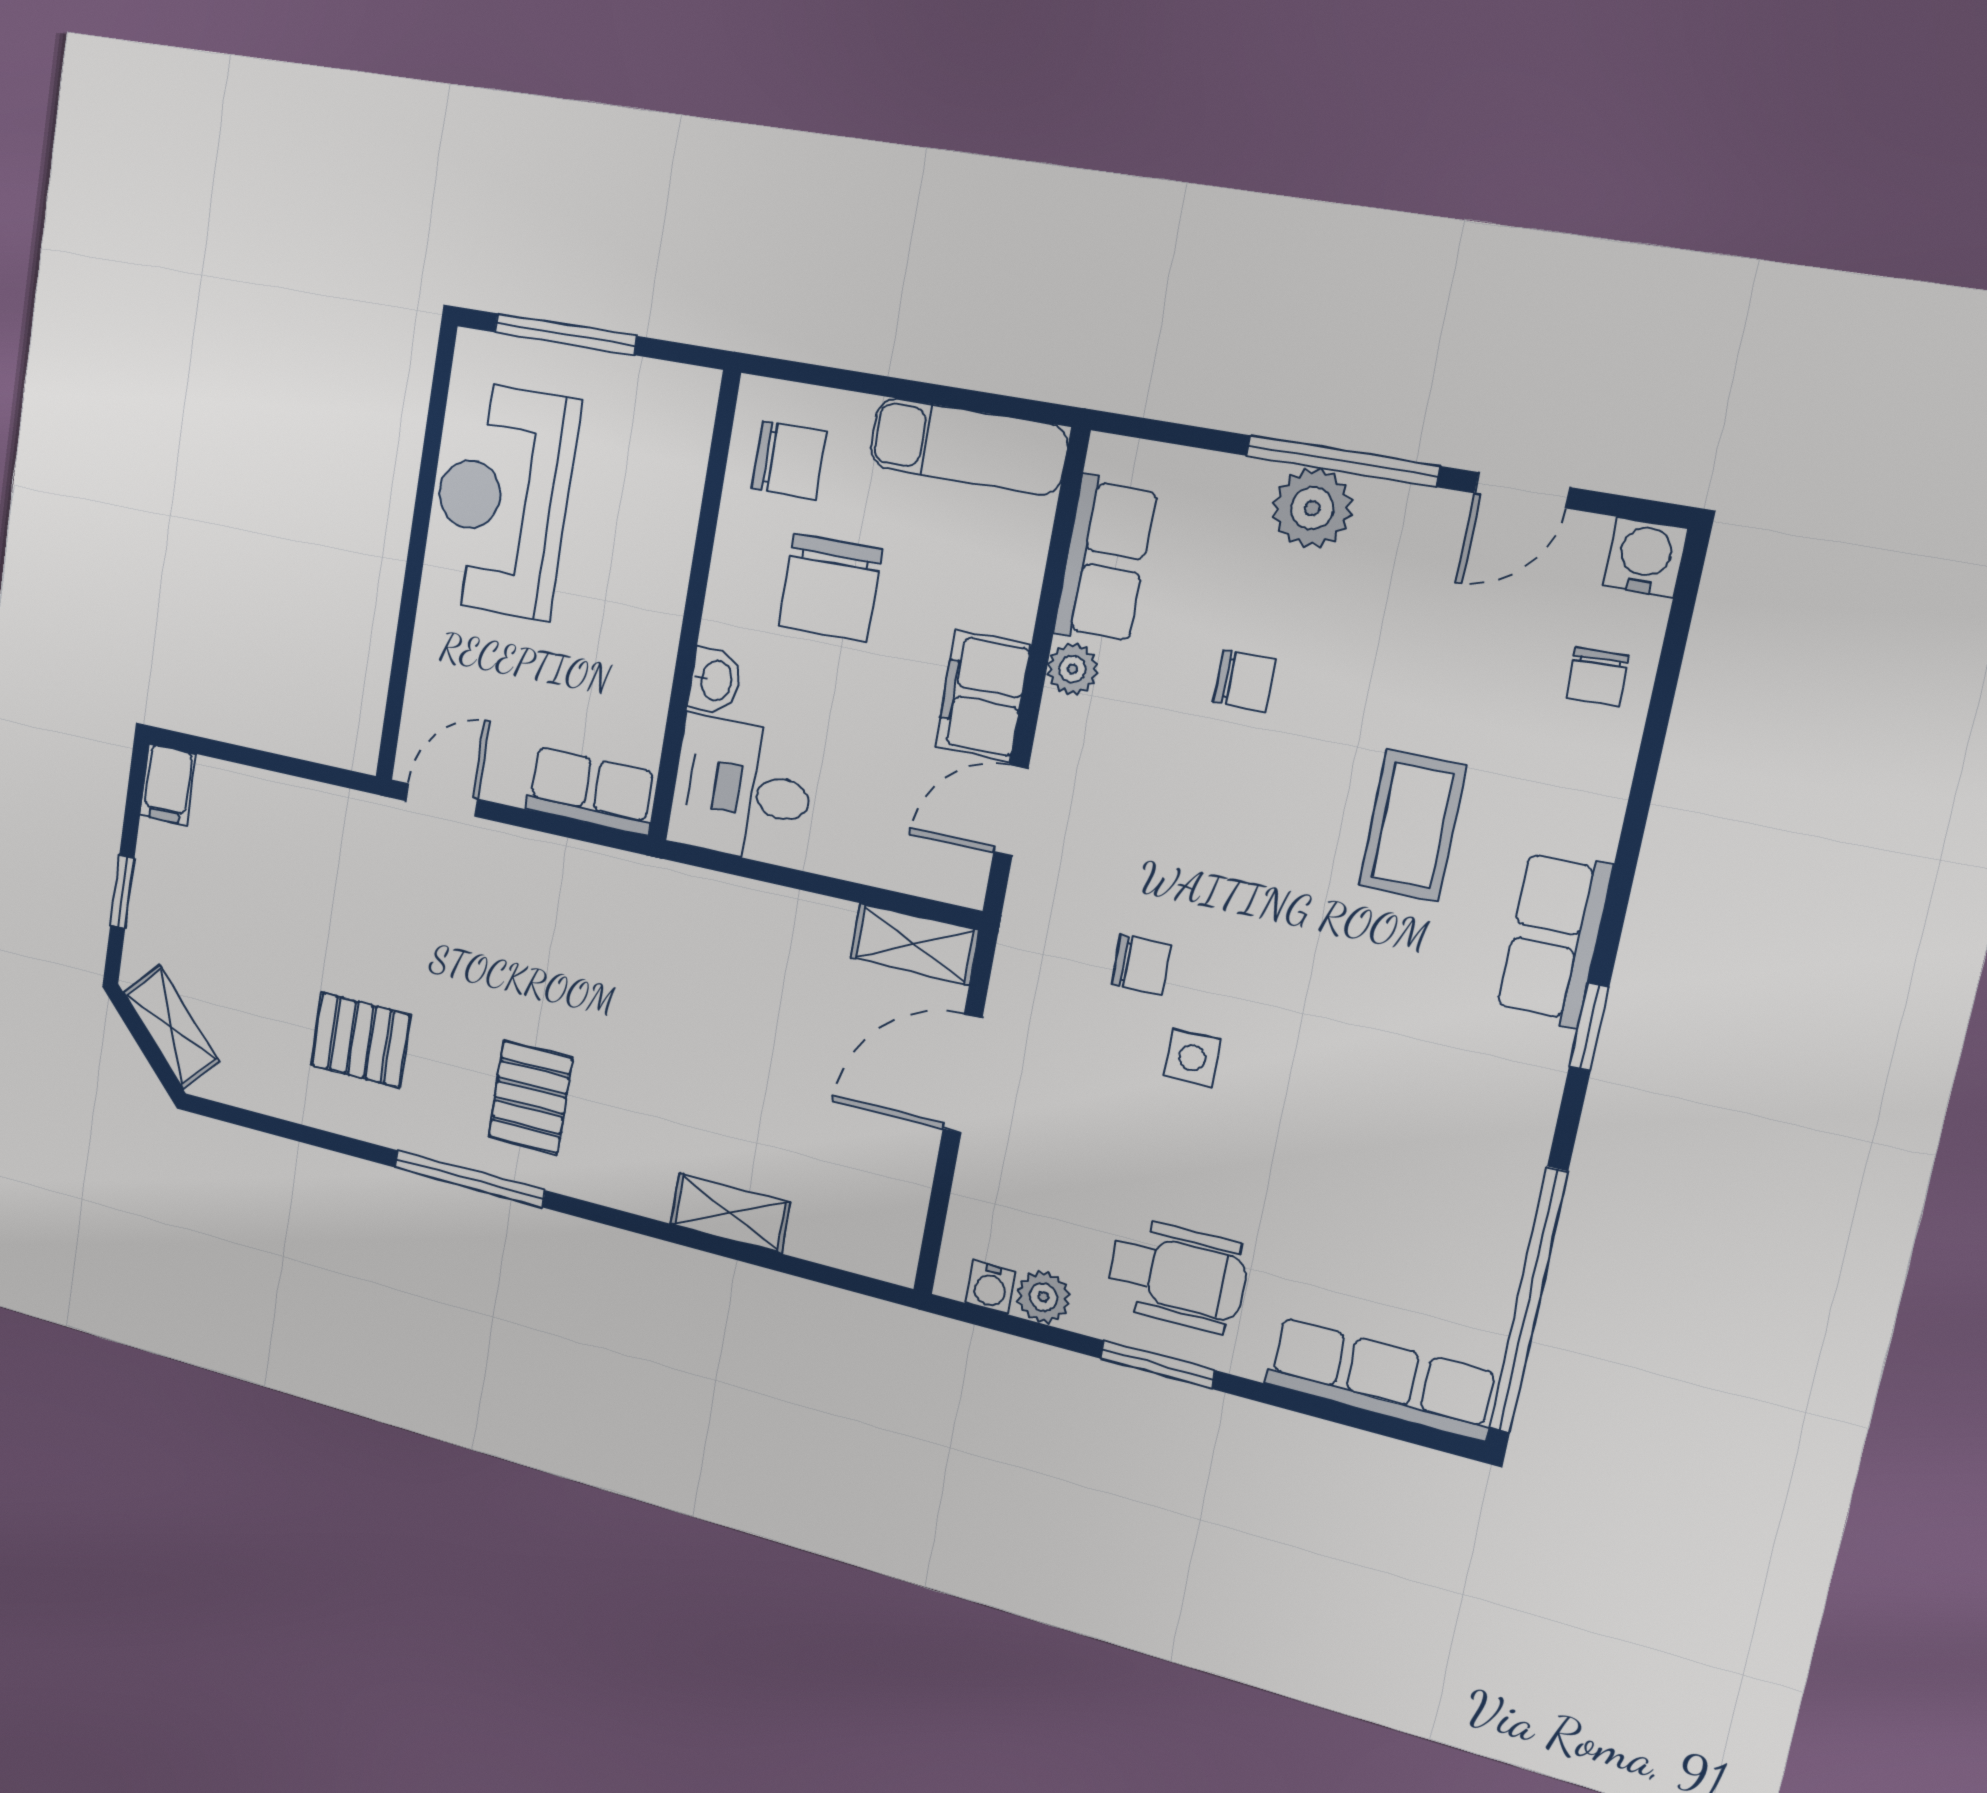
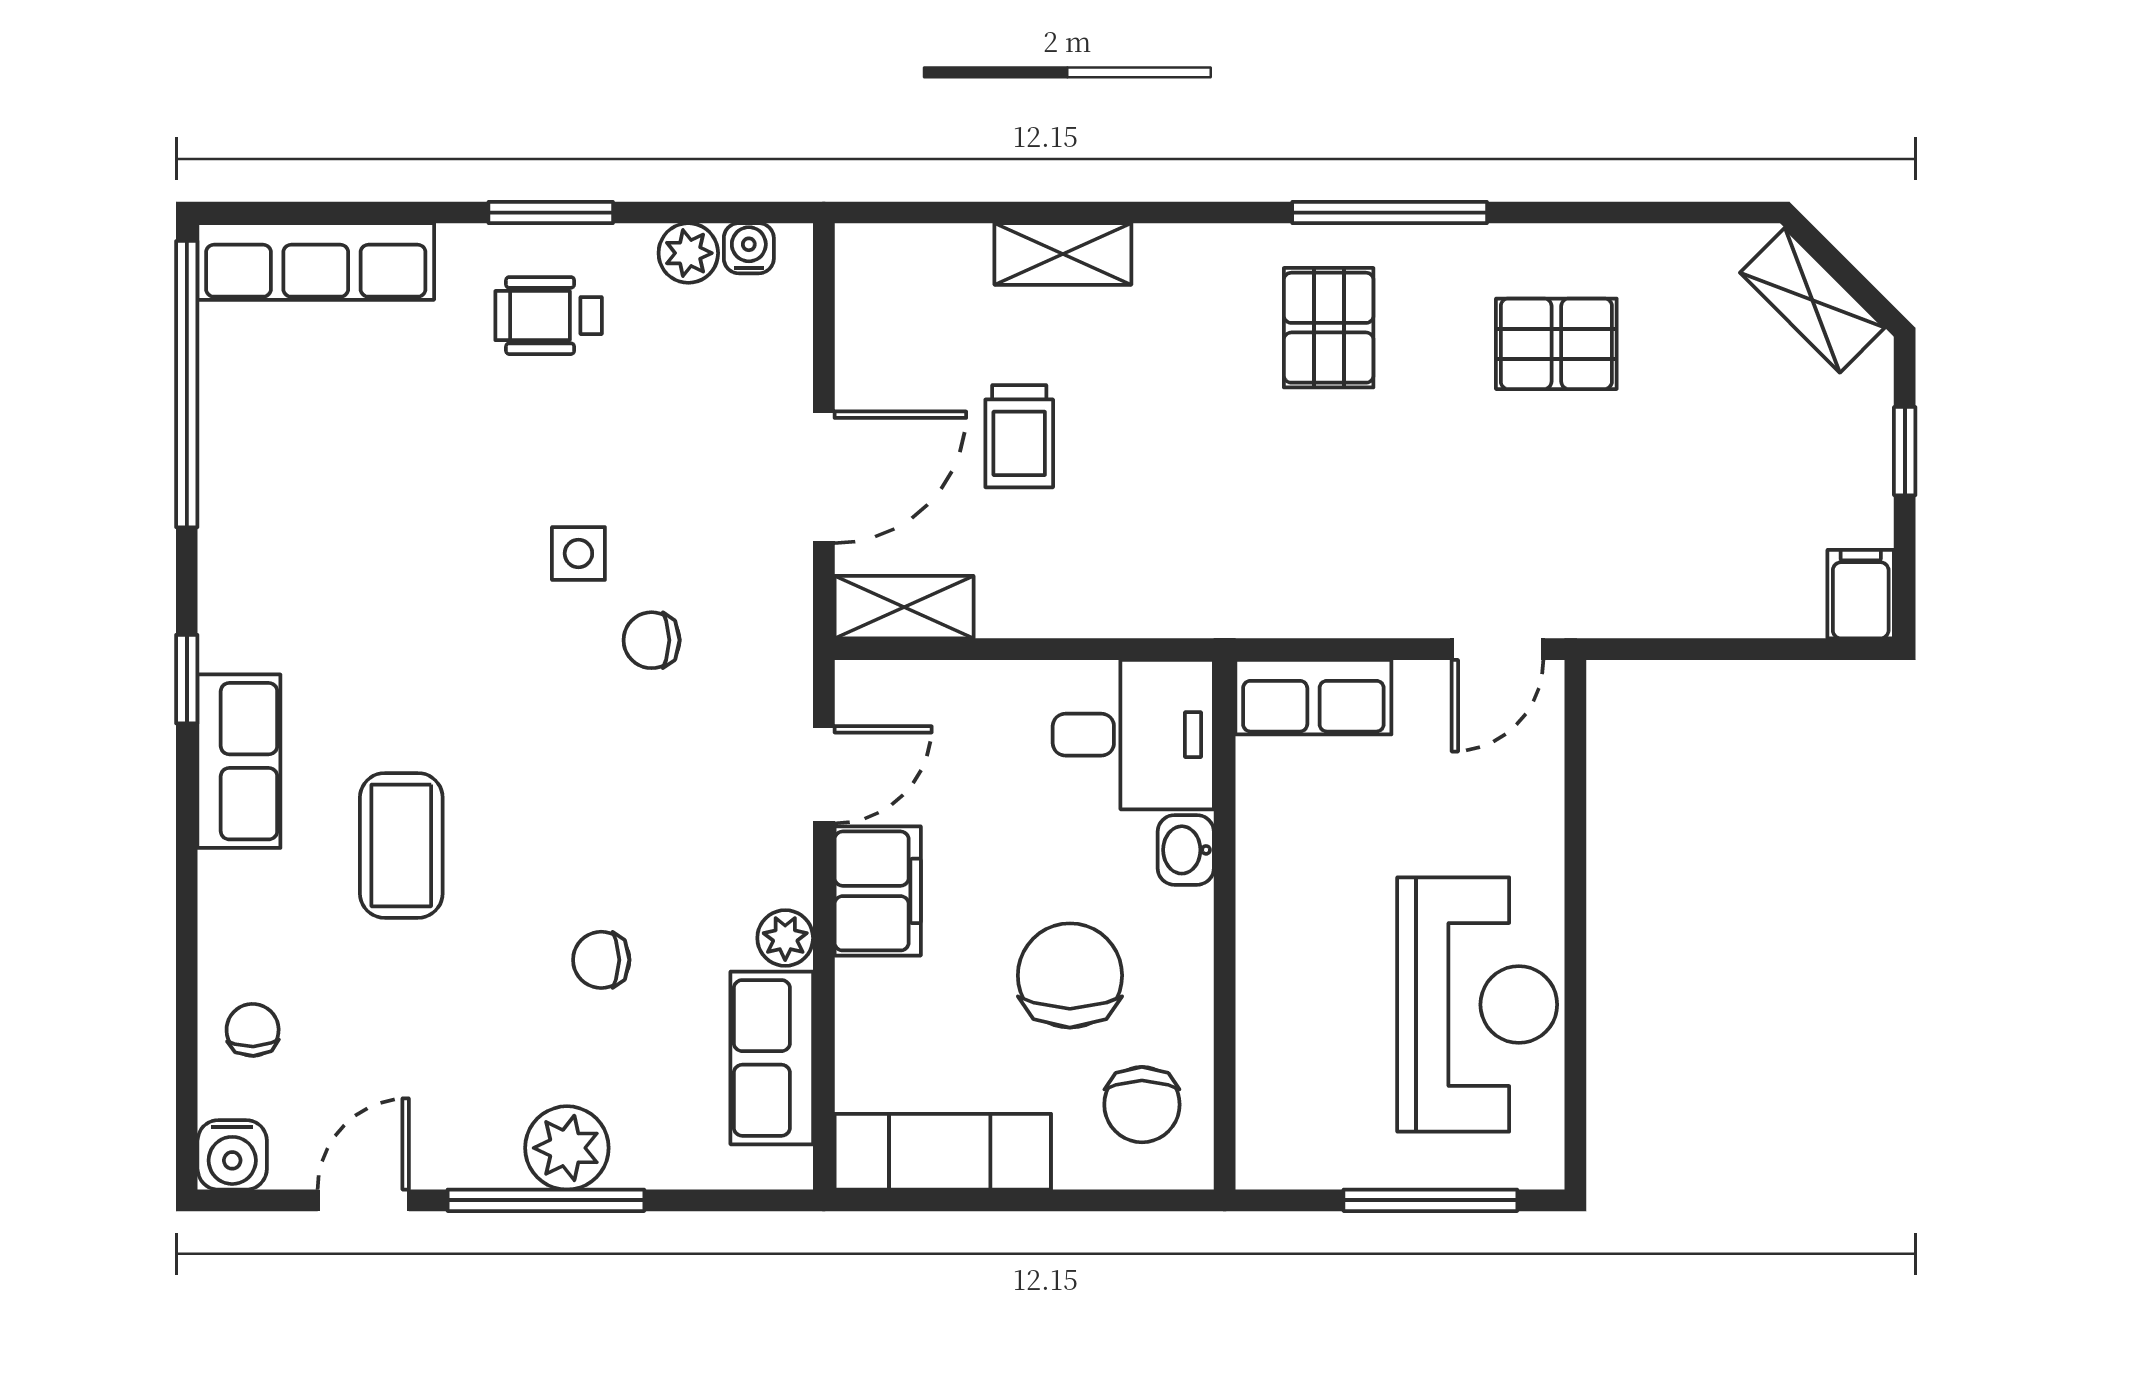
chair: (789, 460) -> (1142, 1105), turned -90
trolley: (792, 1069) -> (1019, 436), added
wheelchair: (1177, 1275) -> (549, 316), width x0.73, depth x0.73

